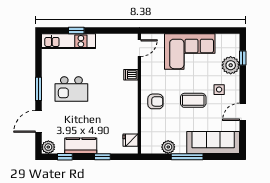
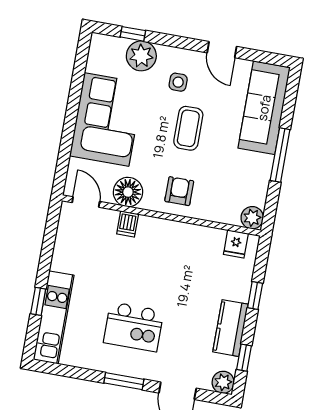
floor lamp: (150, 72) -> (128, 192), added
kitchen island: (71, 89) -> (134, 327), turned 90
plant: (168, 147) -> (252, 218), moved

